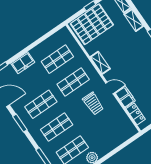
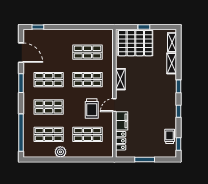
freezer: (23, 63) -> (57, 36), removed
door: (110, 88) -> (114, 105), swing flipped
shop shelf: (105, 128) -> (88, 134), added

